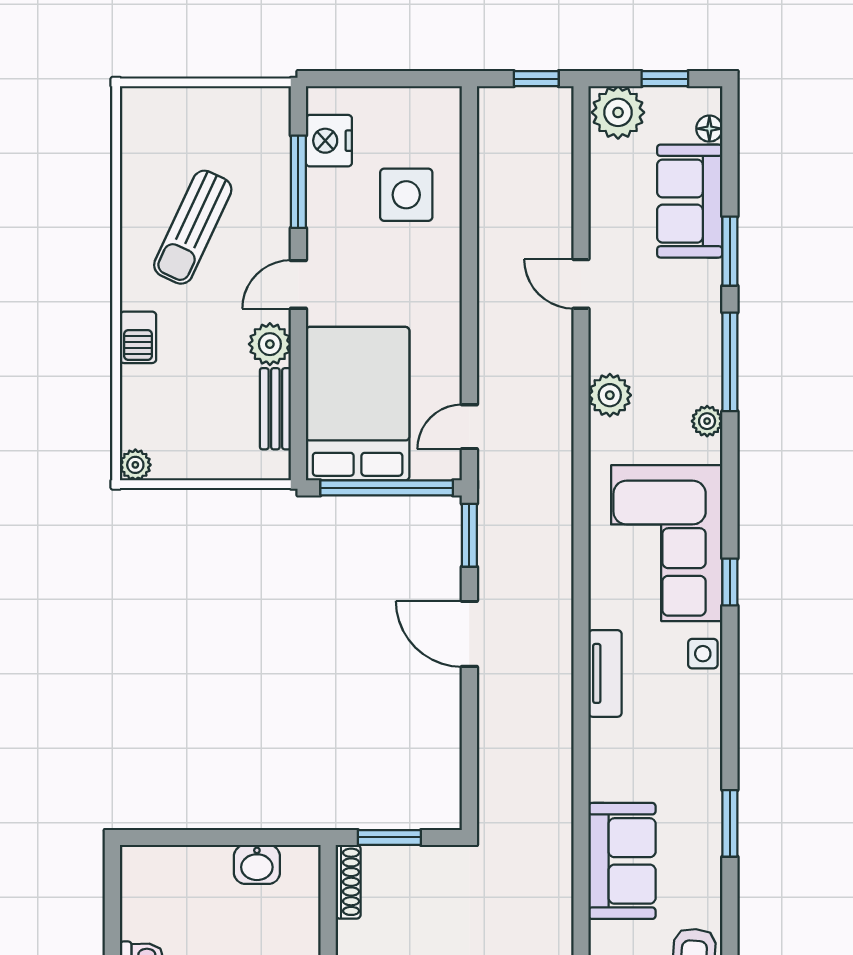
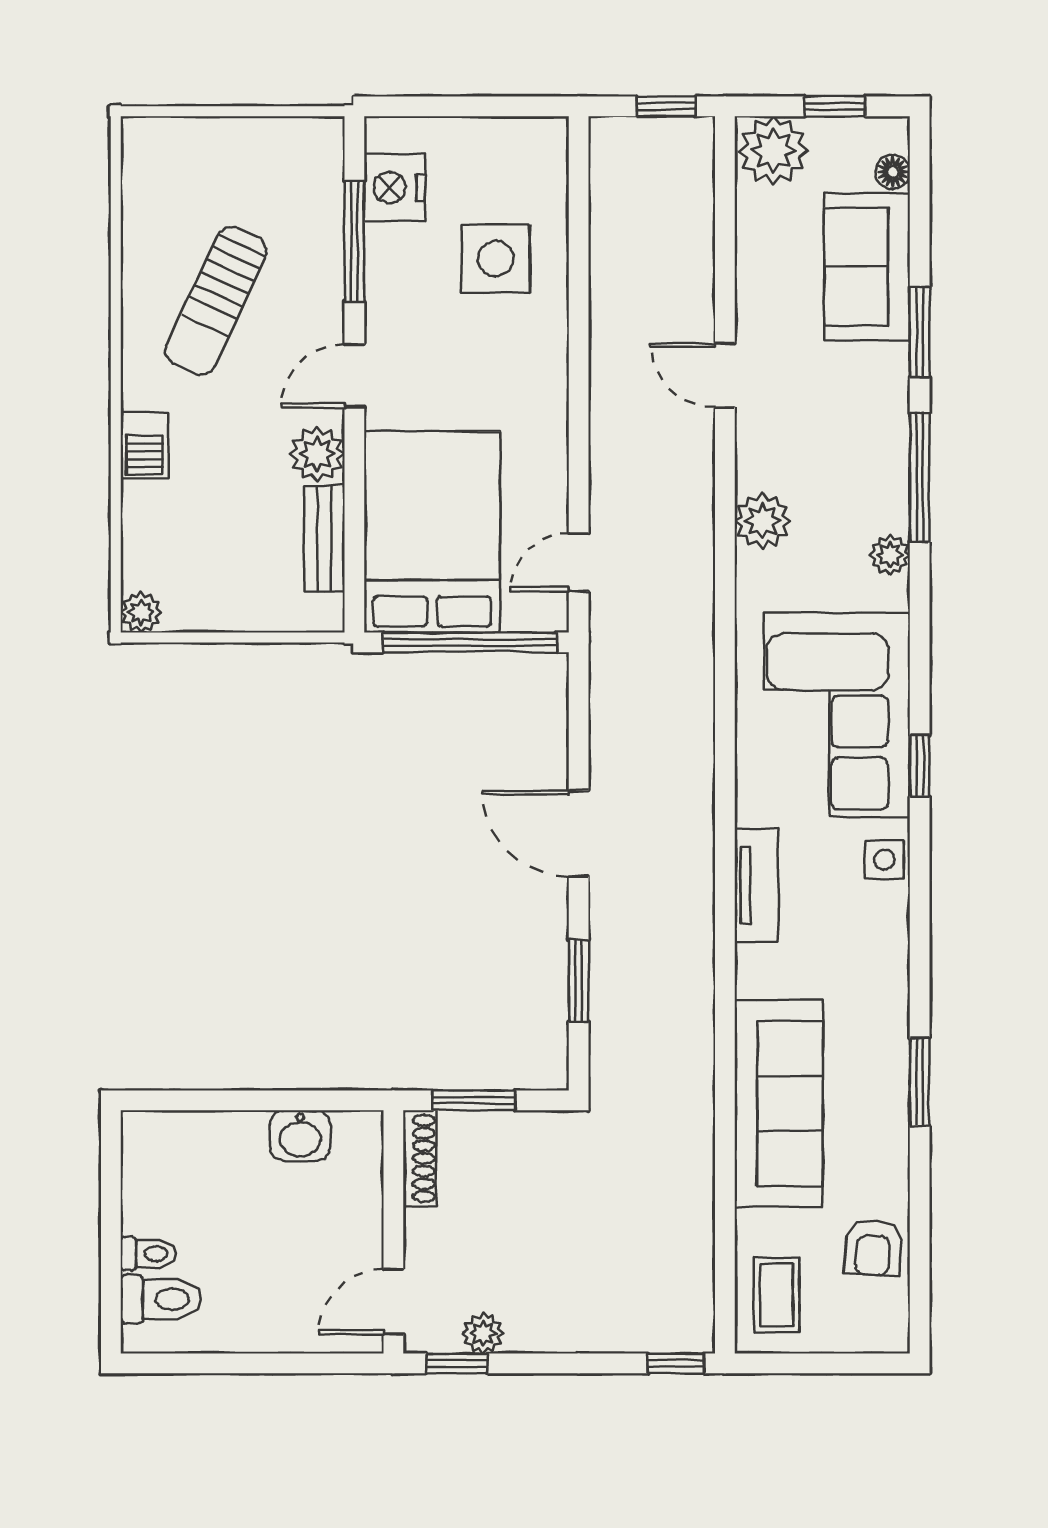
window: (469, 535) -> (579, 981), moved
sofa: (622, 861) -> (779, 1104), width x1.36

